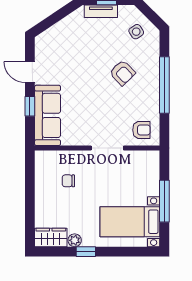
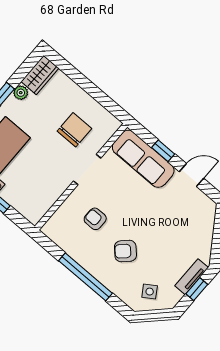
armchair: (141, 130) -> (95, 219), moved, turned 90
doorway: (107, 148) -> (87, 170), moved
chair: (68, 181) -> (74, 130), width x1.87, depth x1.87

